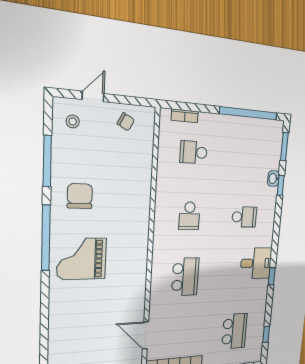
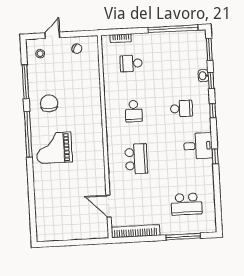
school desk: (234, 331) -> (186, 204), turned 90
window: (266, 334) -> (213, 111), moved

